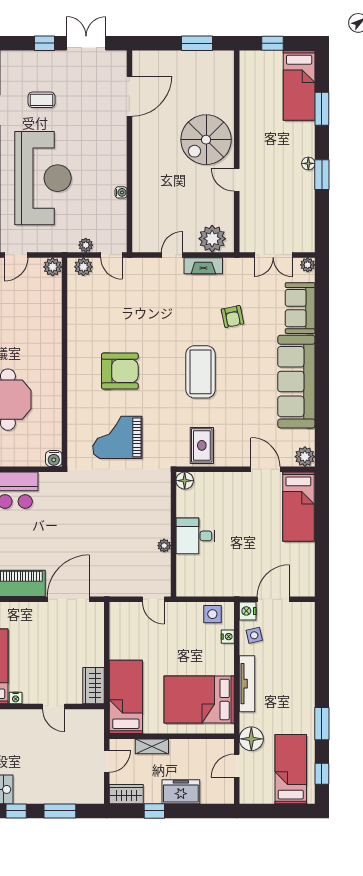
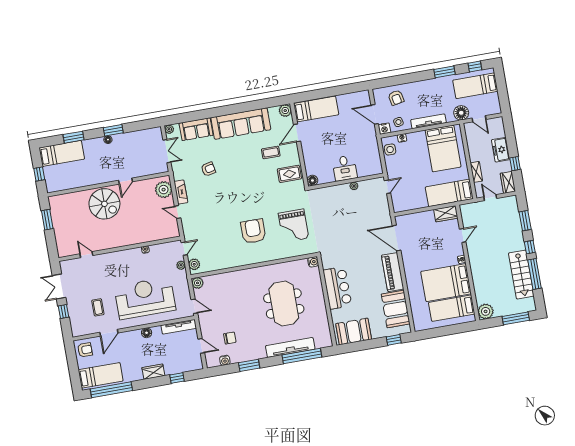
door: (129, 96) -> (86, 255), width x0.53
coffee table: (201, 372) -> (271, 152), moved, width x0.54, depth x0.58
armchair: (294, 638) -> (396, 98), added

